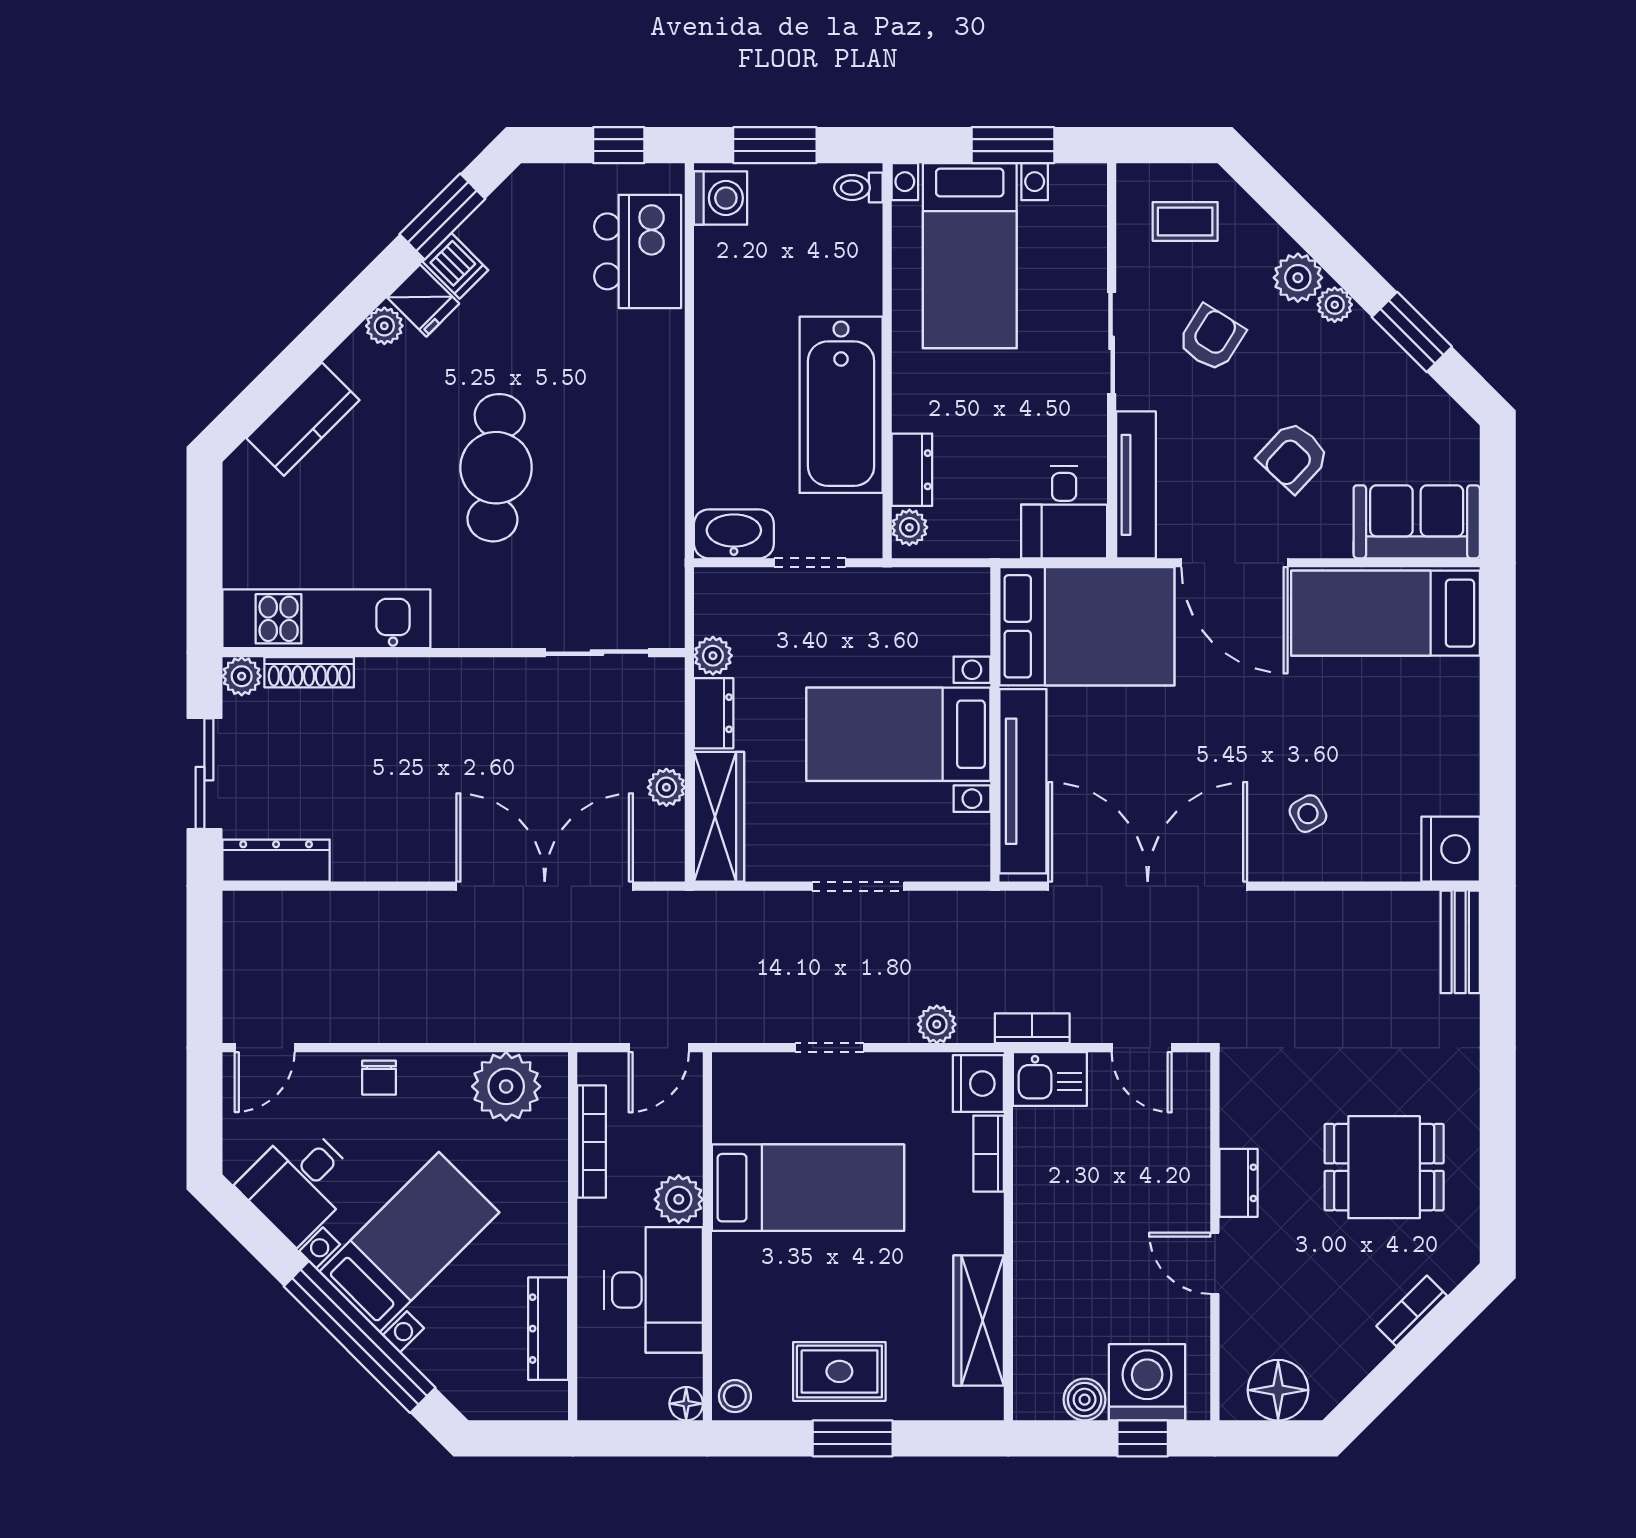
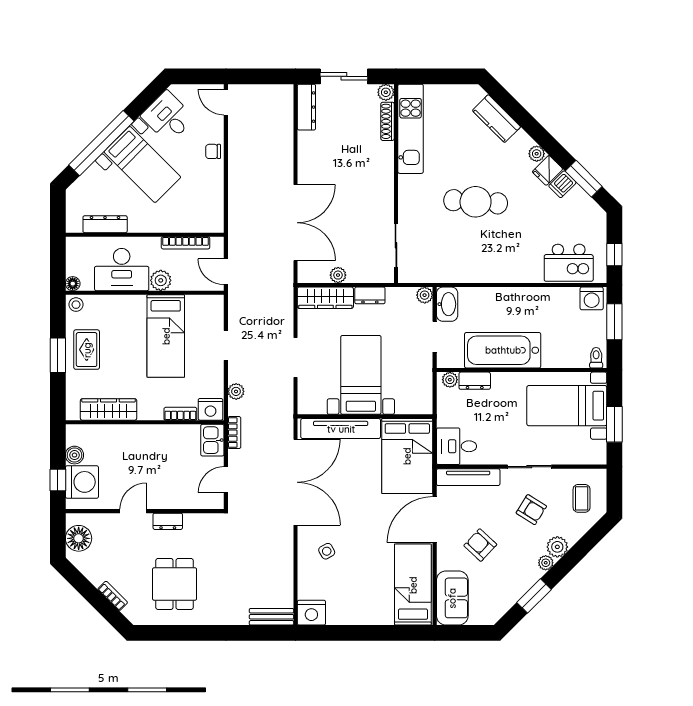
plant: (713, 656) -> (425, 295), moved
plant: (506, 1086) -> (209, 206), removed

